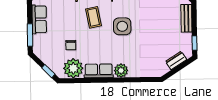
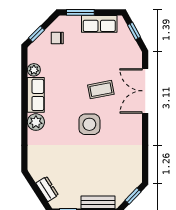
chair: (71, 45) -> (57, 38), moved
plant: (73, 68) -> (34, 70), width x0.53, depth x0.53

